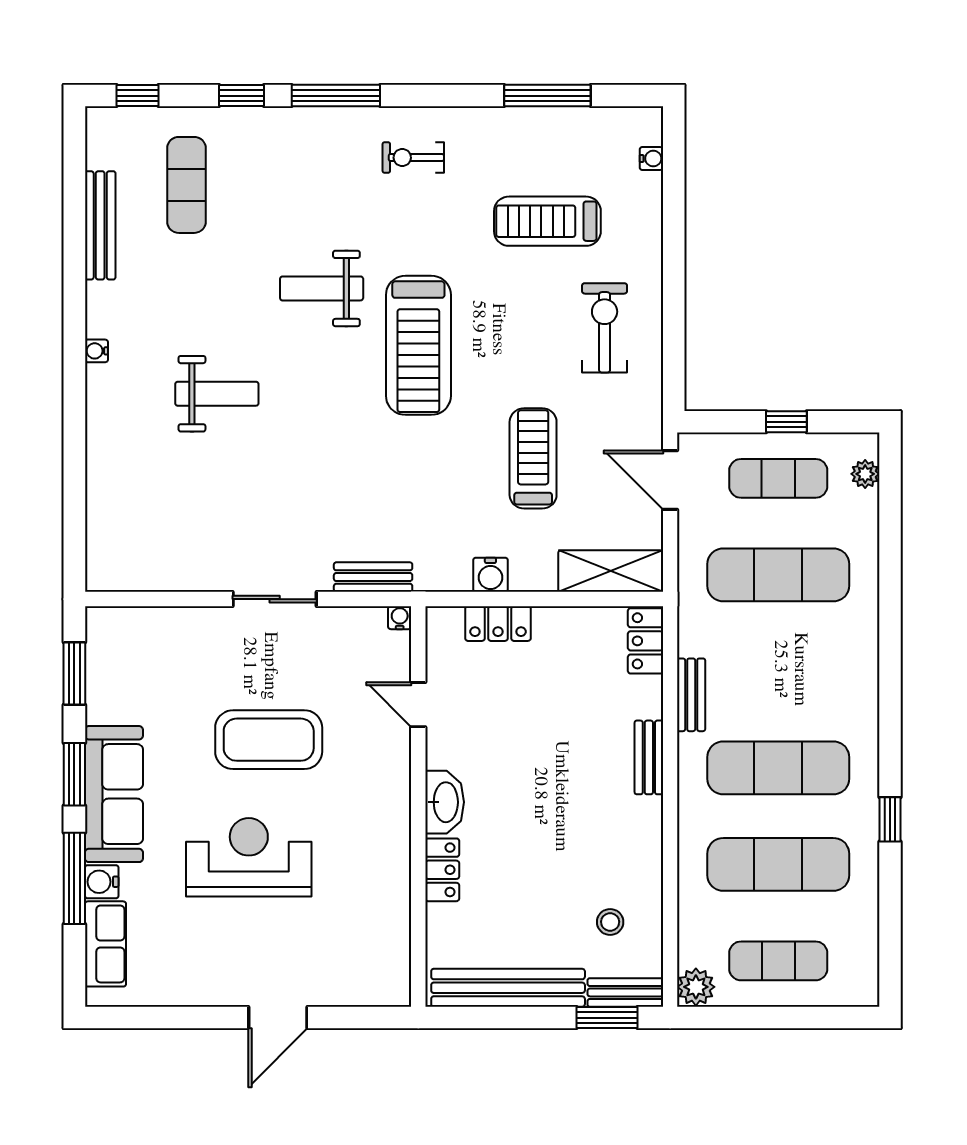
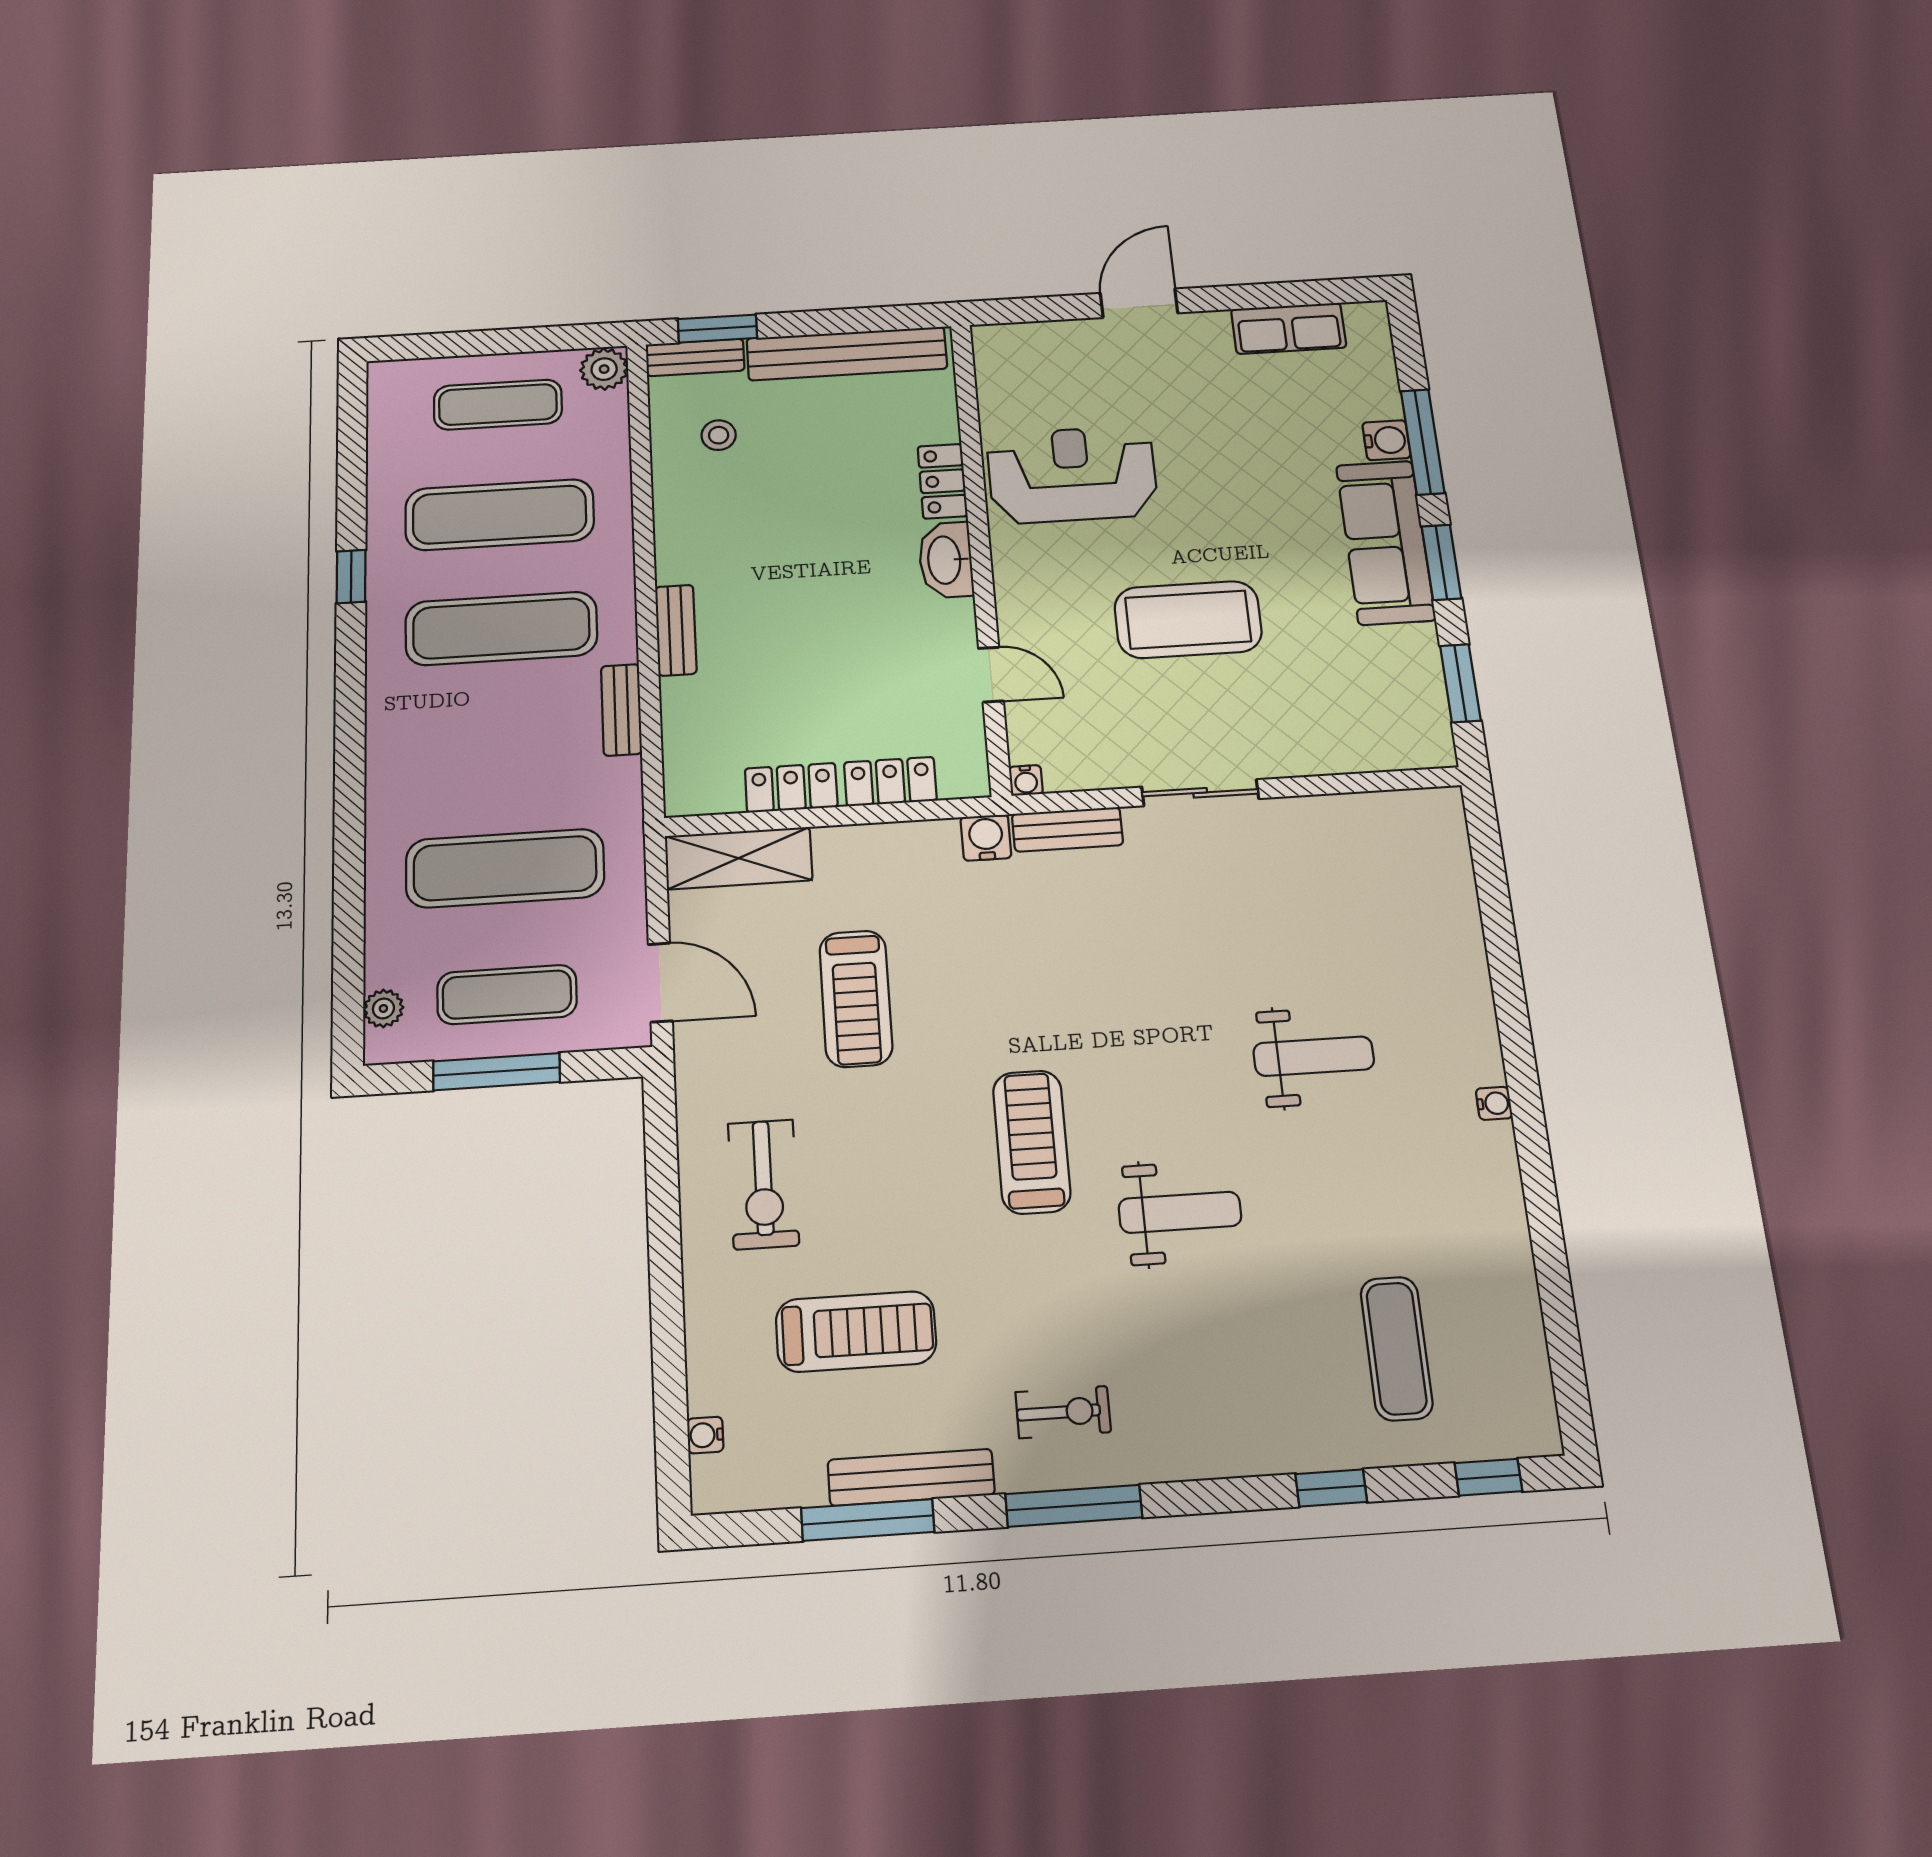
window: (336, 96) -> (1074, 1506), moved
bench: (100, 225) -> (911, 1477), moved, turned 90
treadmill: (418, 345) -> (1032, 1142), width x0.73, depth x0.73
weight bench: (217, 394) -> (1314, 1056), turned 180
window: (786, 422) -> (497, 1072), width x2.17
water cooler: (490, 575) -> (986, 837), moved
locker: (645, 641) -> (791, 788), moved, turned -90
reception desk: (249, 857) -> (1072, 475), moved, turned 180
row of seats: (105, 944) -> (1289, 328), moved, turned -90

